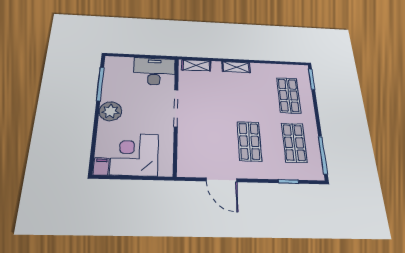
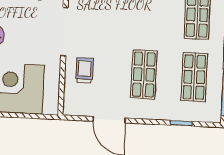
trolley: (196, 138) -> (85, 70), added

